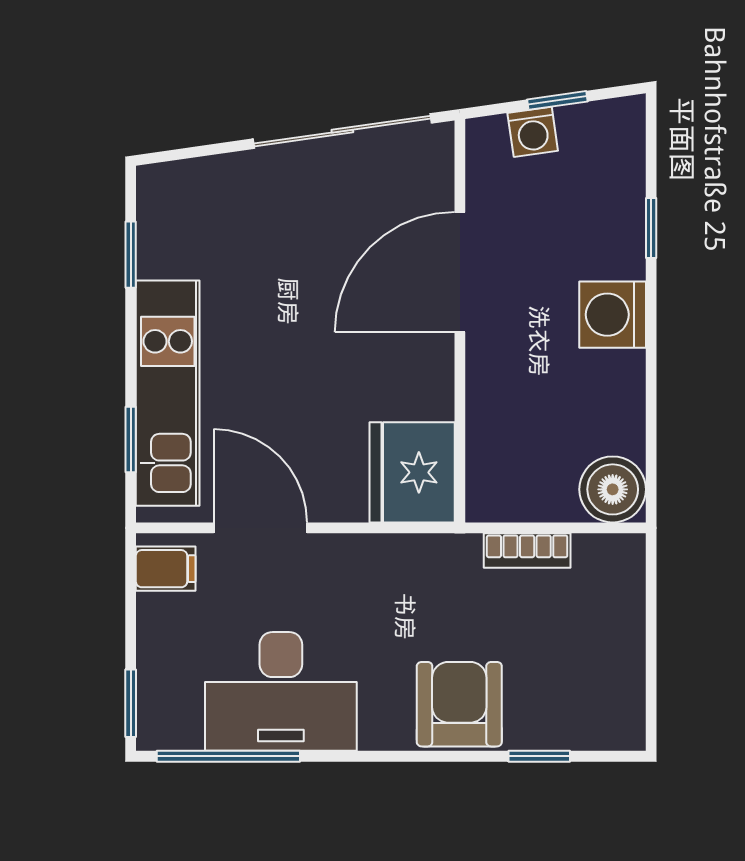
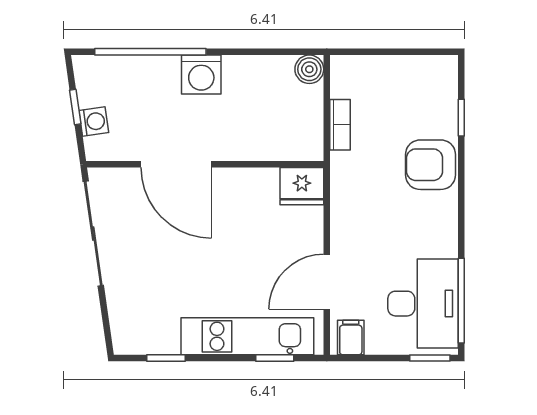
window: (651, 228) -> (150, 52), width x3.17
fridge: (412, 472) -> (302, 186), width x0.73, depth x0.75
boiler: (613, 489) -> (309, 69), width x0.73, depth x0.73
desk: (281, 691) -> (423, 304), moved

